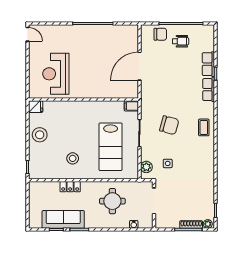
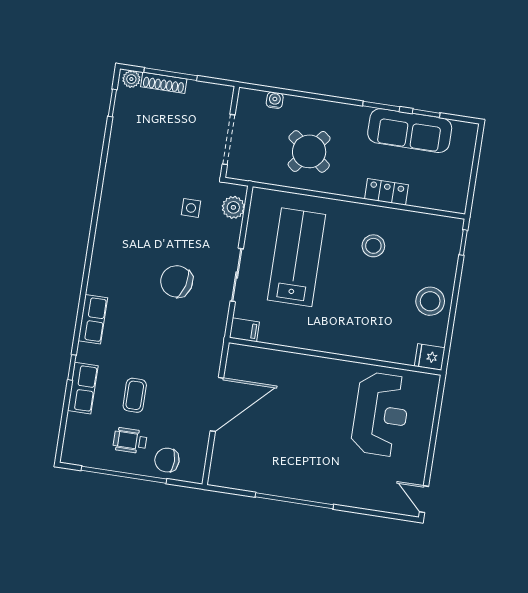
row of seats: (209, 90) -> (93, 319), moved
coffee table: (204, 127) -> (135, 395), moved
round table: (112, 201) -> (309, 151), turned 38

